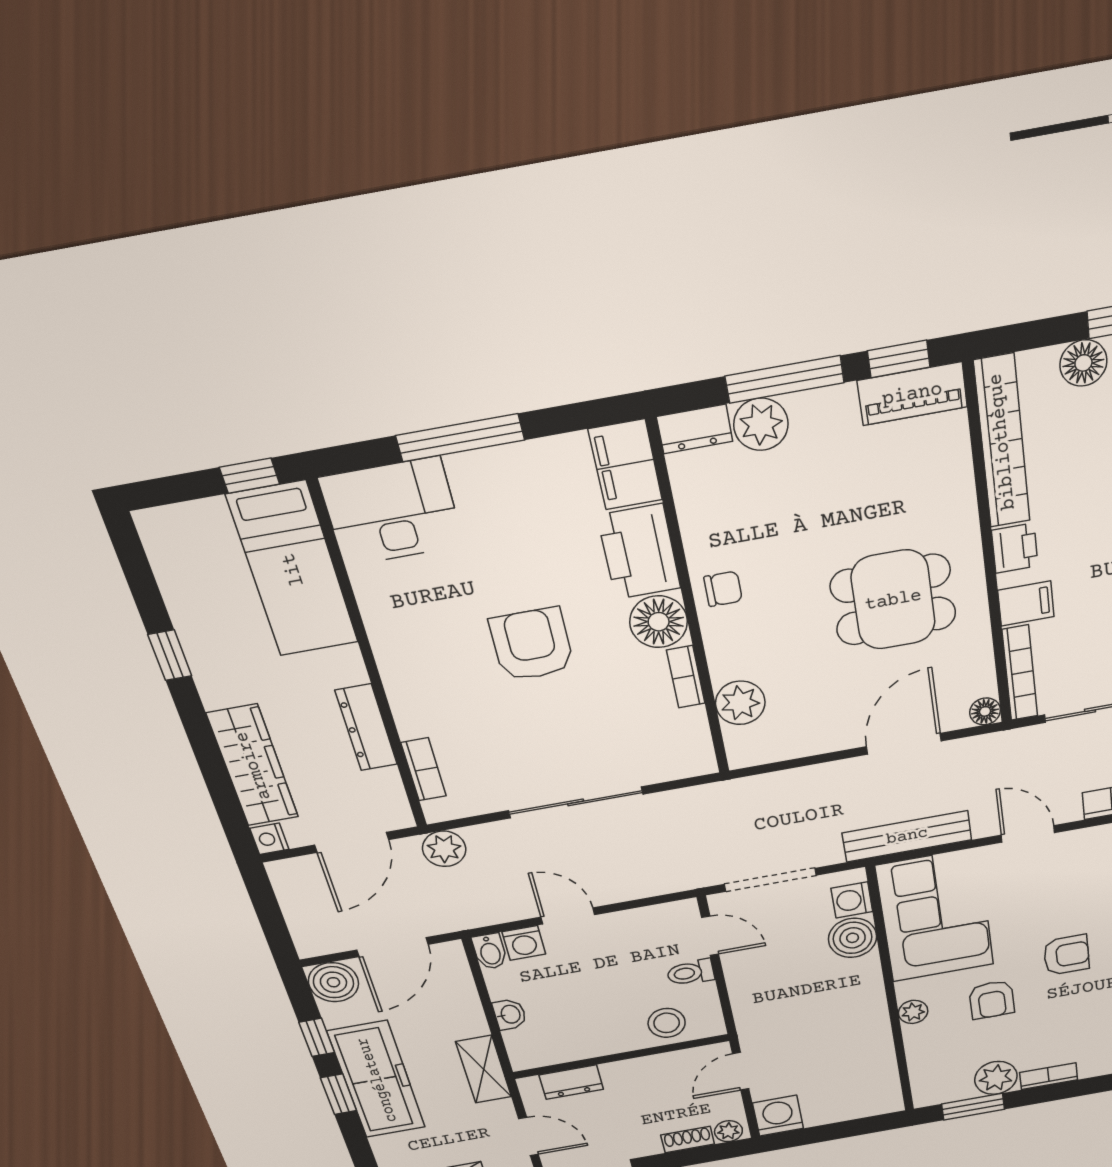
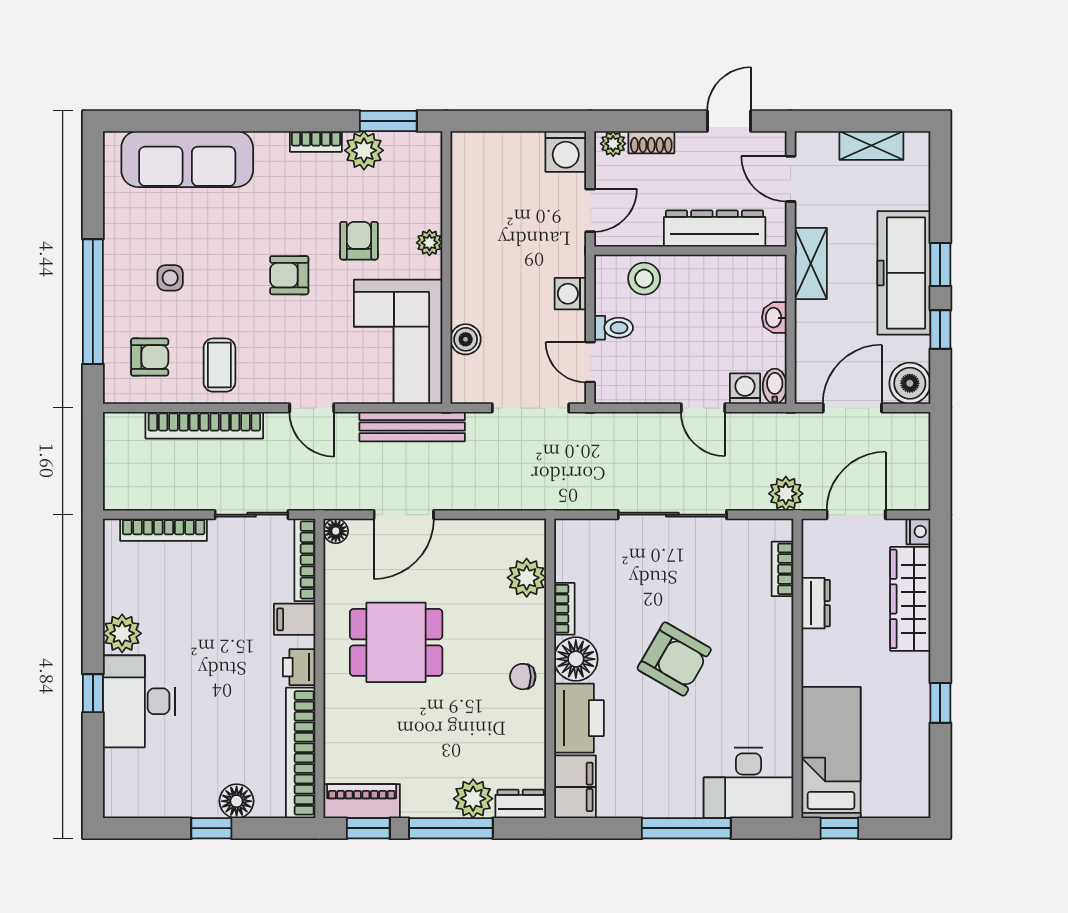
armchair: (532, 644) -> (674, 659), turned -60
dresser: (366, 727) -> (816, 603), width x0.70
washing machine: (852, 900) -> (570, 294), moved, turned 180
boiler: (853, 938) -> (466, 339), width x0.73, depth x0.73
dresser: (571, 1082) -> (715, 229), width x1.96, depth x1.24

